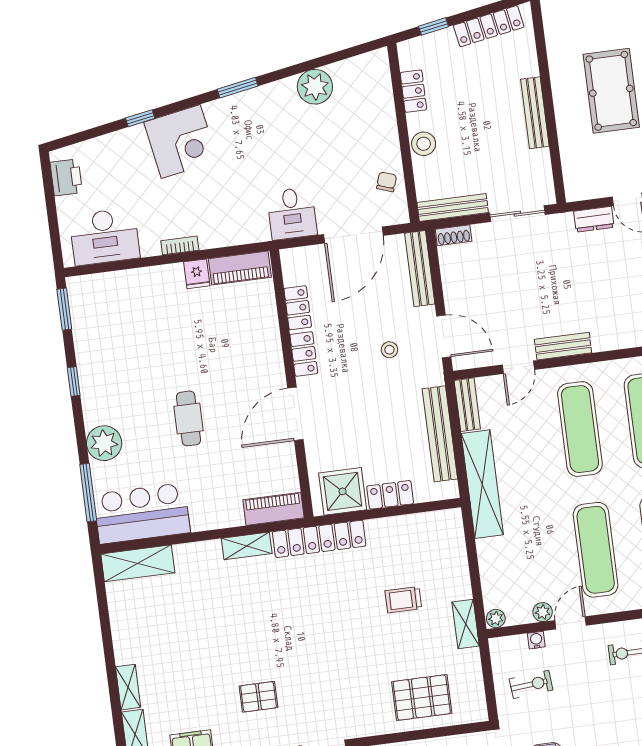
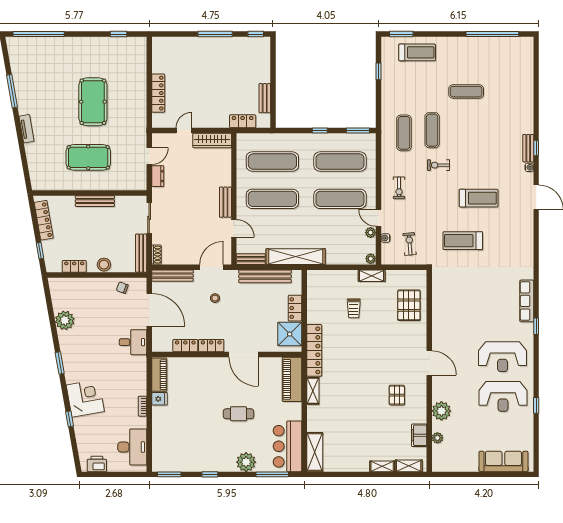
piano: (274, 509) -> (292, 379), width x1.37, depth x1.33

